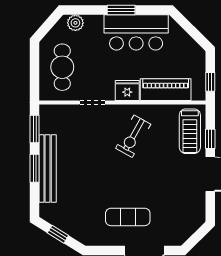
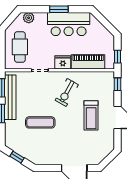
treadmill: (190, 131) -> (91, 115), moved
window: (210, 139) -> (117, 84), moved
bench: (48, 169) -> (10, 97), moved
exercise mat: (128, 217) -> (40, 122), moved

